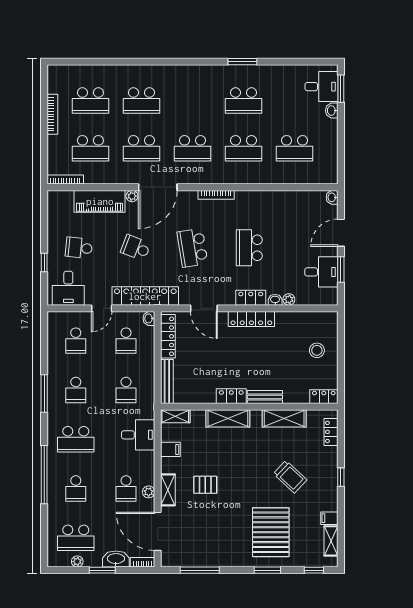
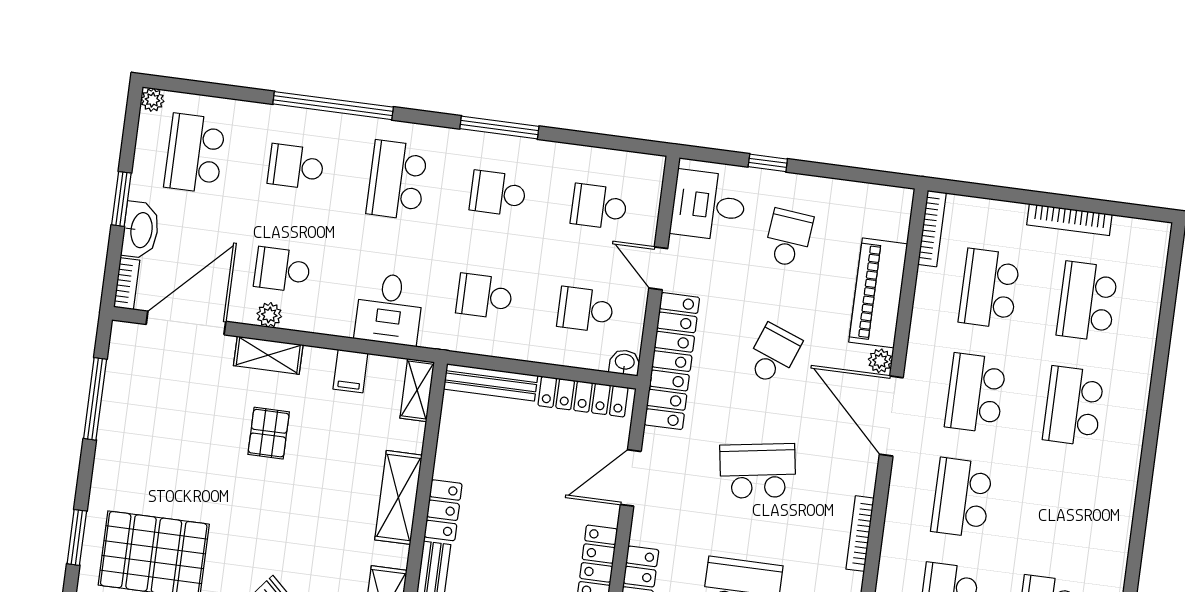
plant: (77, 562) -> (152, 100), moved

